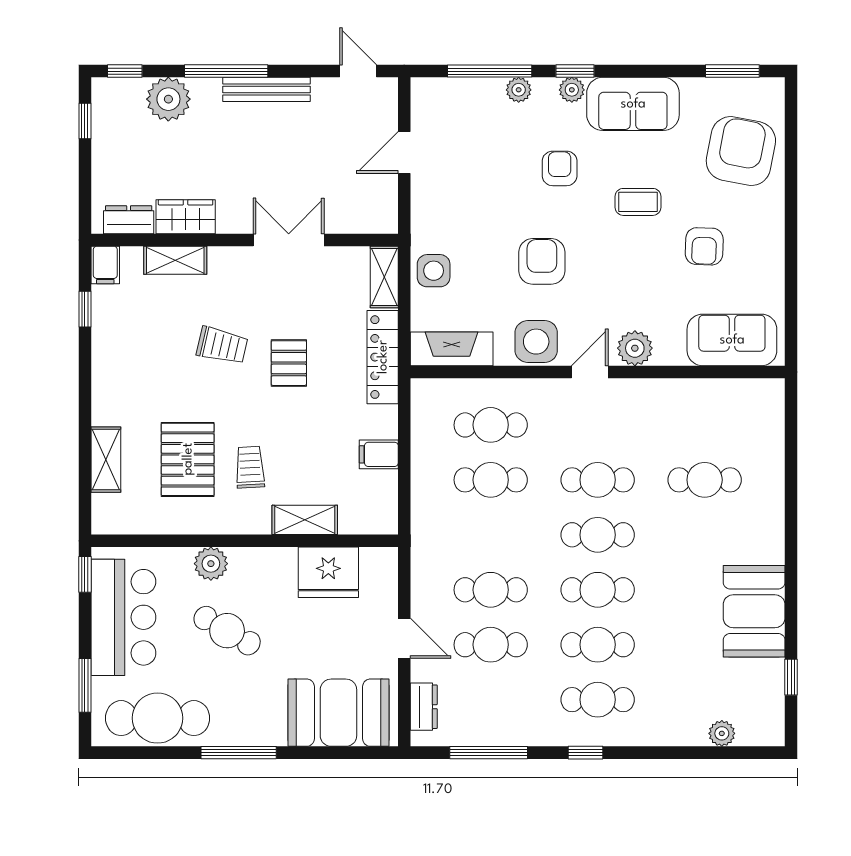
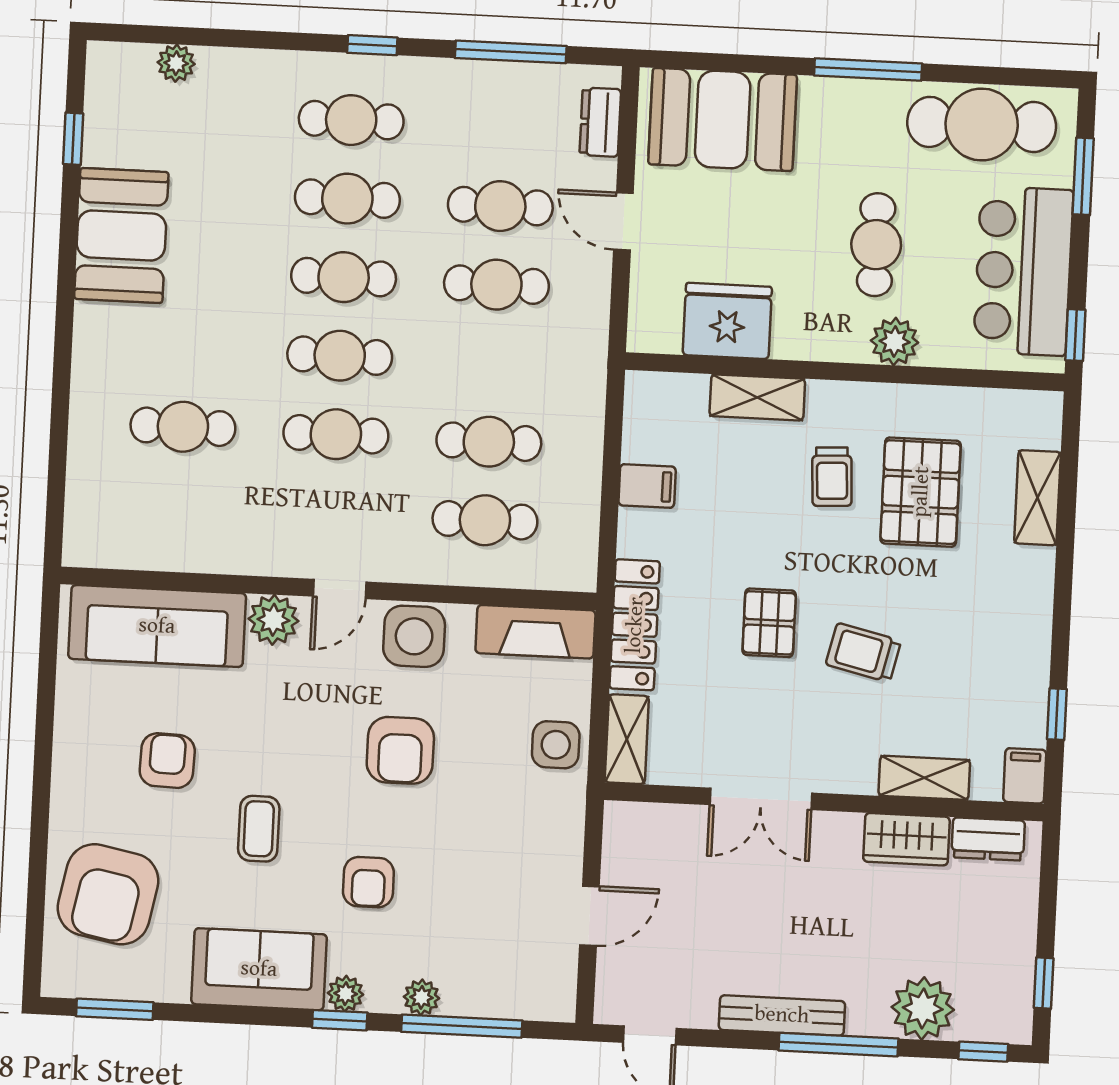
coffee table: (638, 202) -> (259, 829), turned 90
sofa: (732, 340) -> (157, 626), width x1.36
cafe table: (227, 631) -> (876, 245), turned 60

